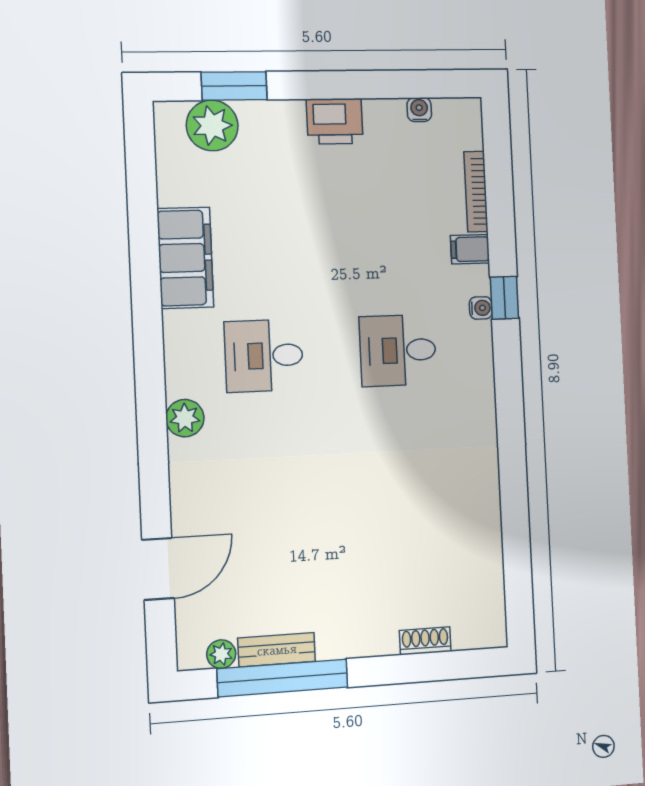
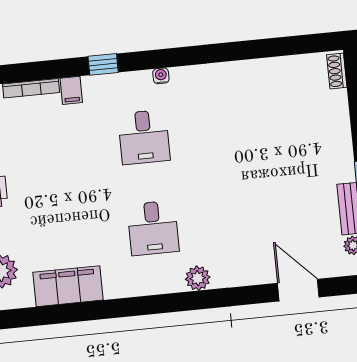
filing cabinet: (185, 258) -> (68, 286), moved
water cooler: (481, 308) -> (161, 76), moved
shoe rack: (425, 641) -> (337, 71), moved

